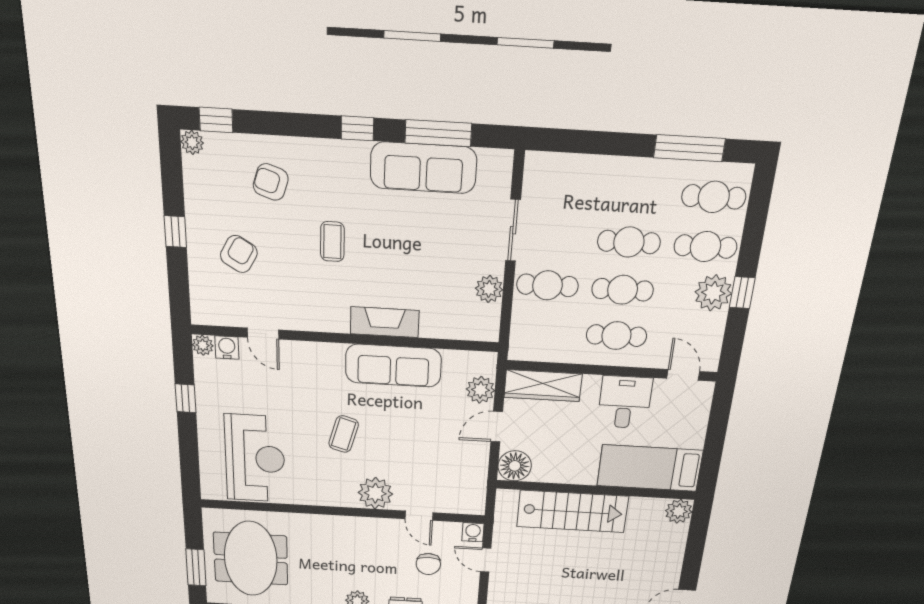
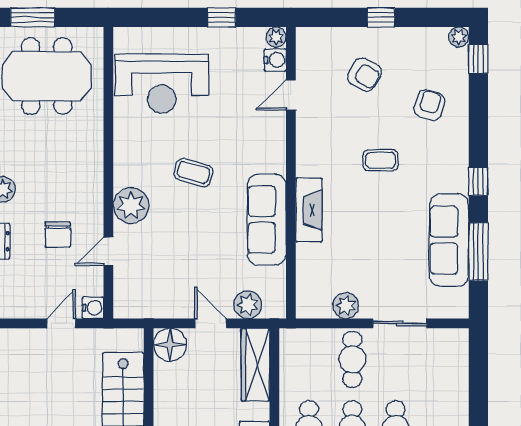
chair: (428, 564) -> (58, 235), moved, turned -90

